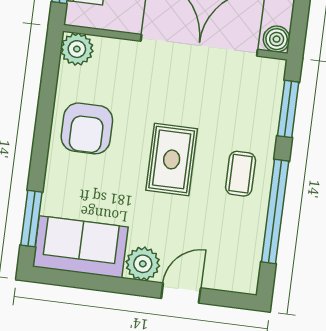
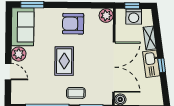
rug: (172, 159) -> (64, 61), turned 90
coffee table: (241, 174) -> (76, 93), moved

